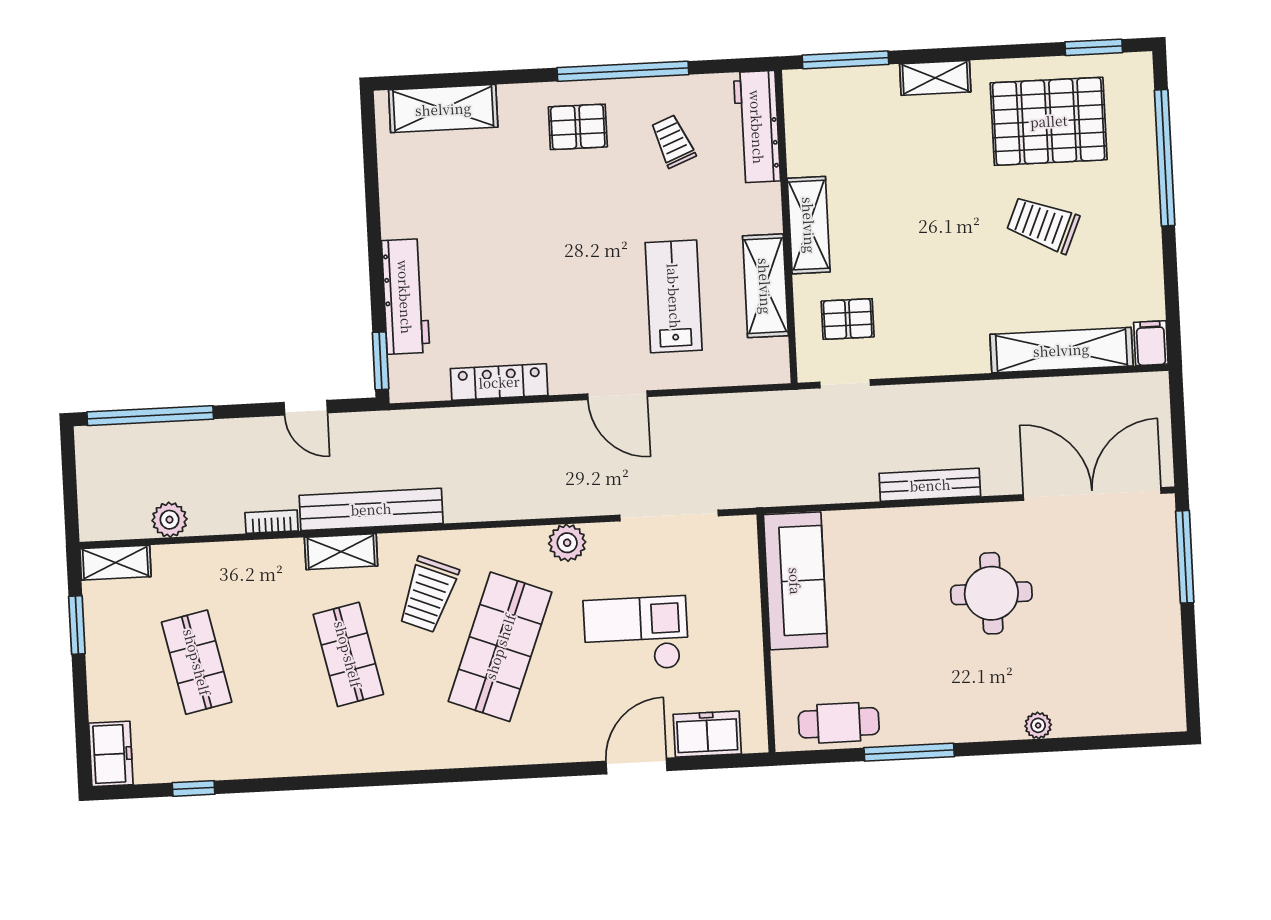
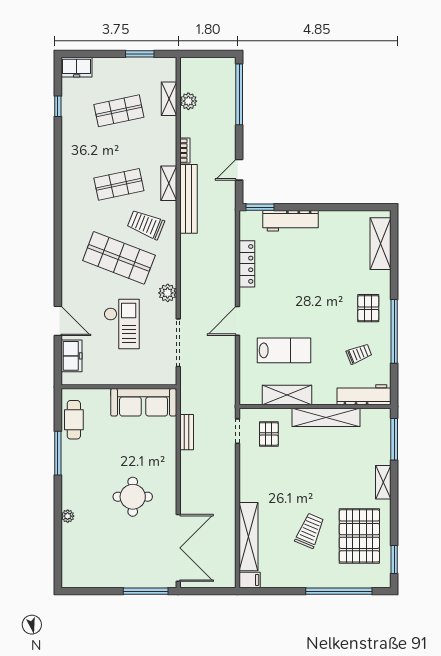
shelving: (809, 225) -> (326, 417), width x1.47
bench: (930, 485) -> (187, 432), moved, width x0.73
shelving: (115, 563) -> (169, 99), moved

